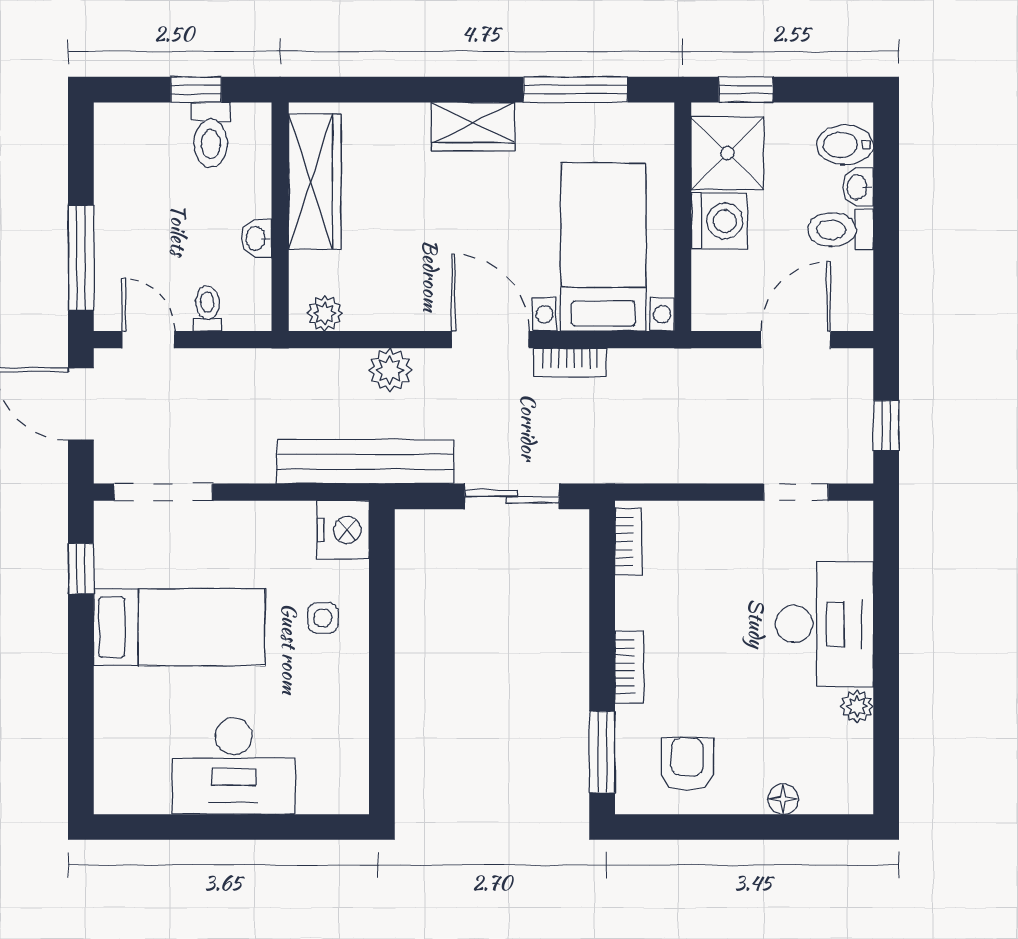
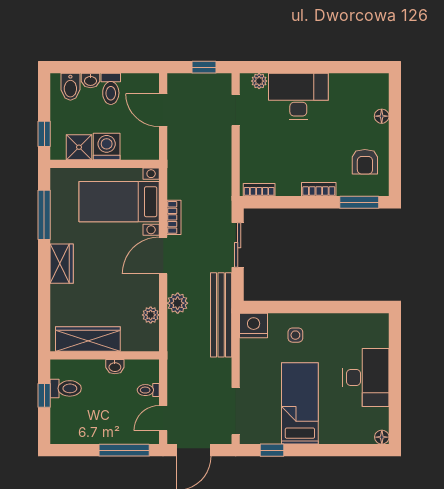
shower: (728, 153) -> (79, 147), width x0.73, depth x0.73
plant: (325, 313) -> (151, 315), moved
plant: (857, 706) -> (259, 81), moved
armchair: (687, 764) -> (365, 162), turned -90
floor lamp: (109, 799) -> (382, 437), added

